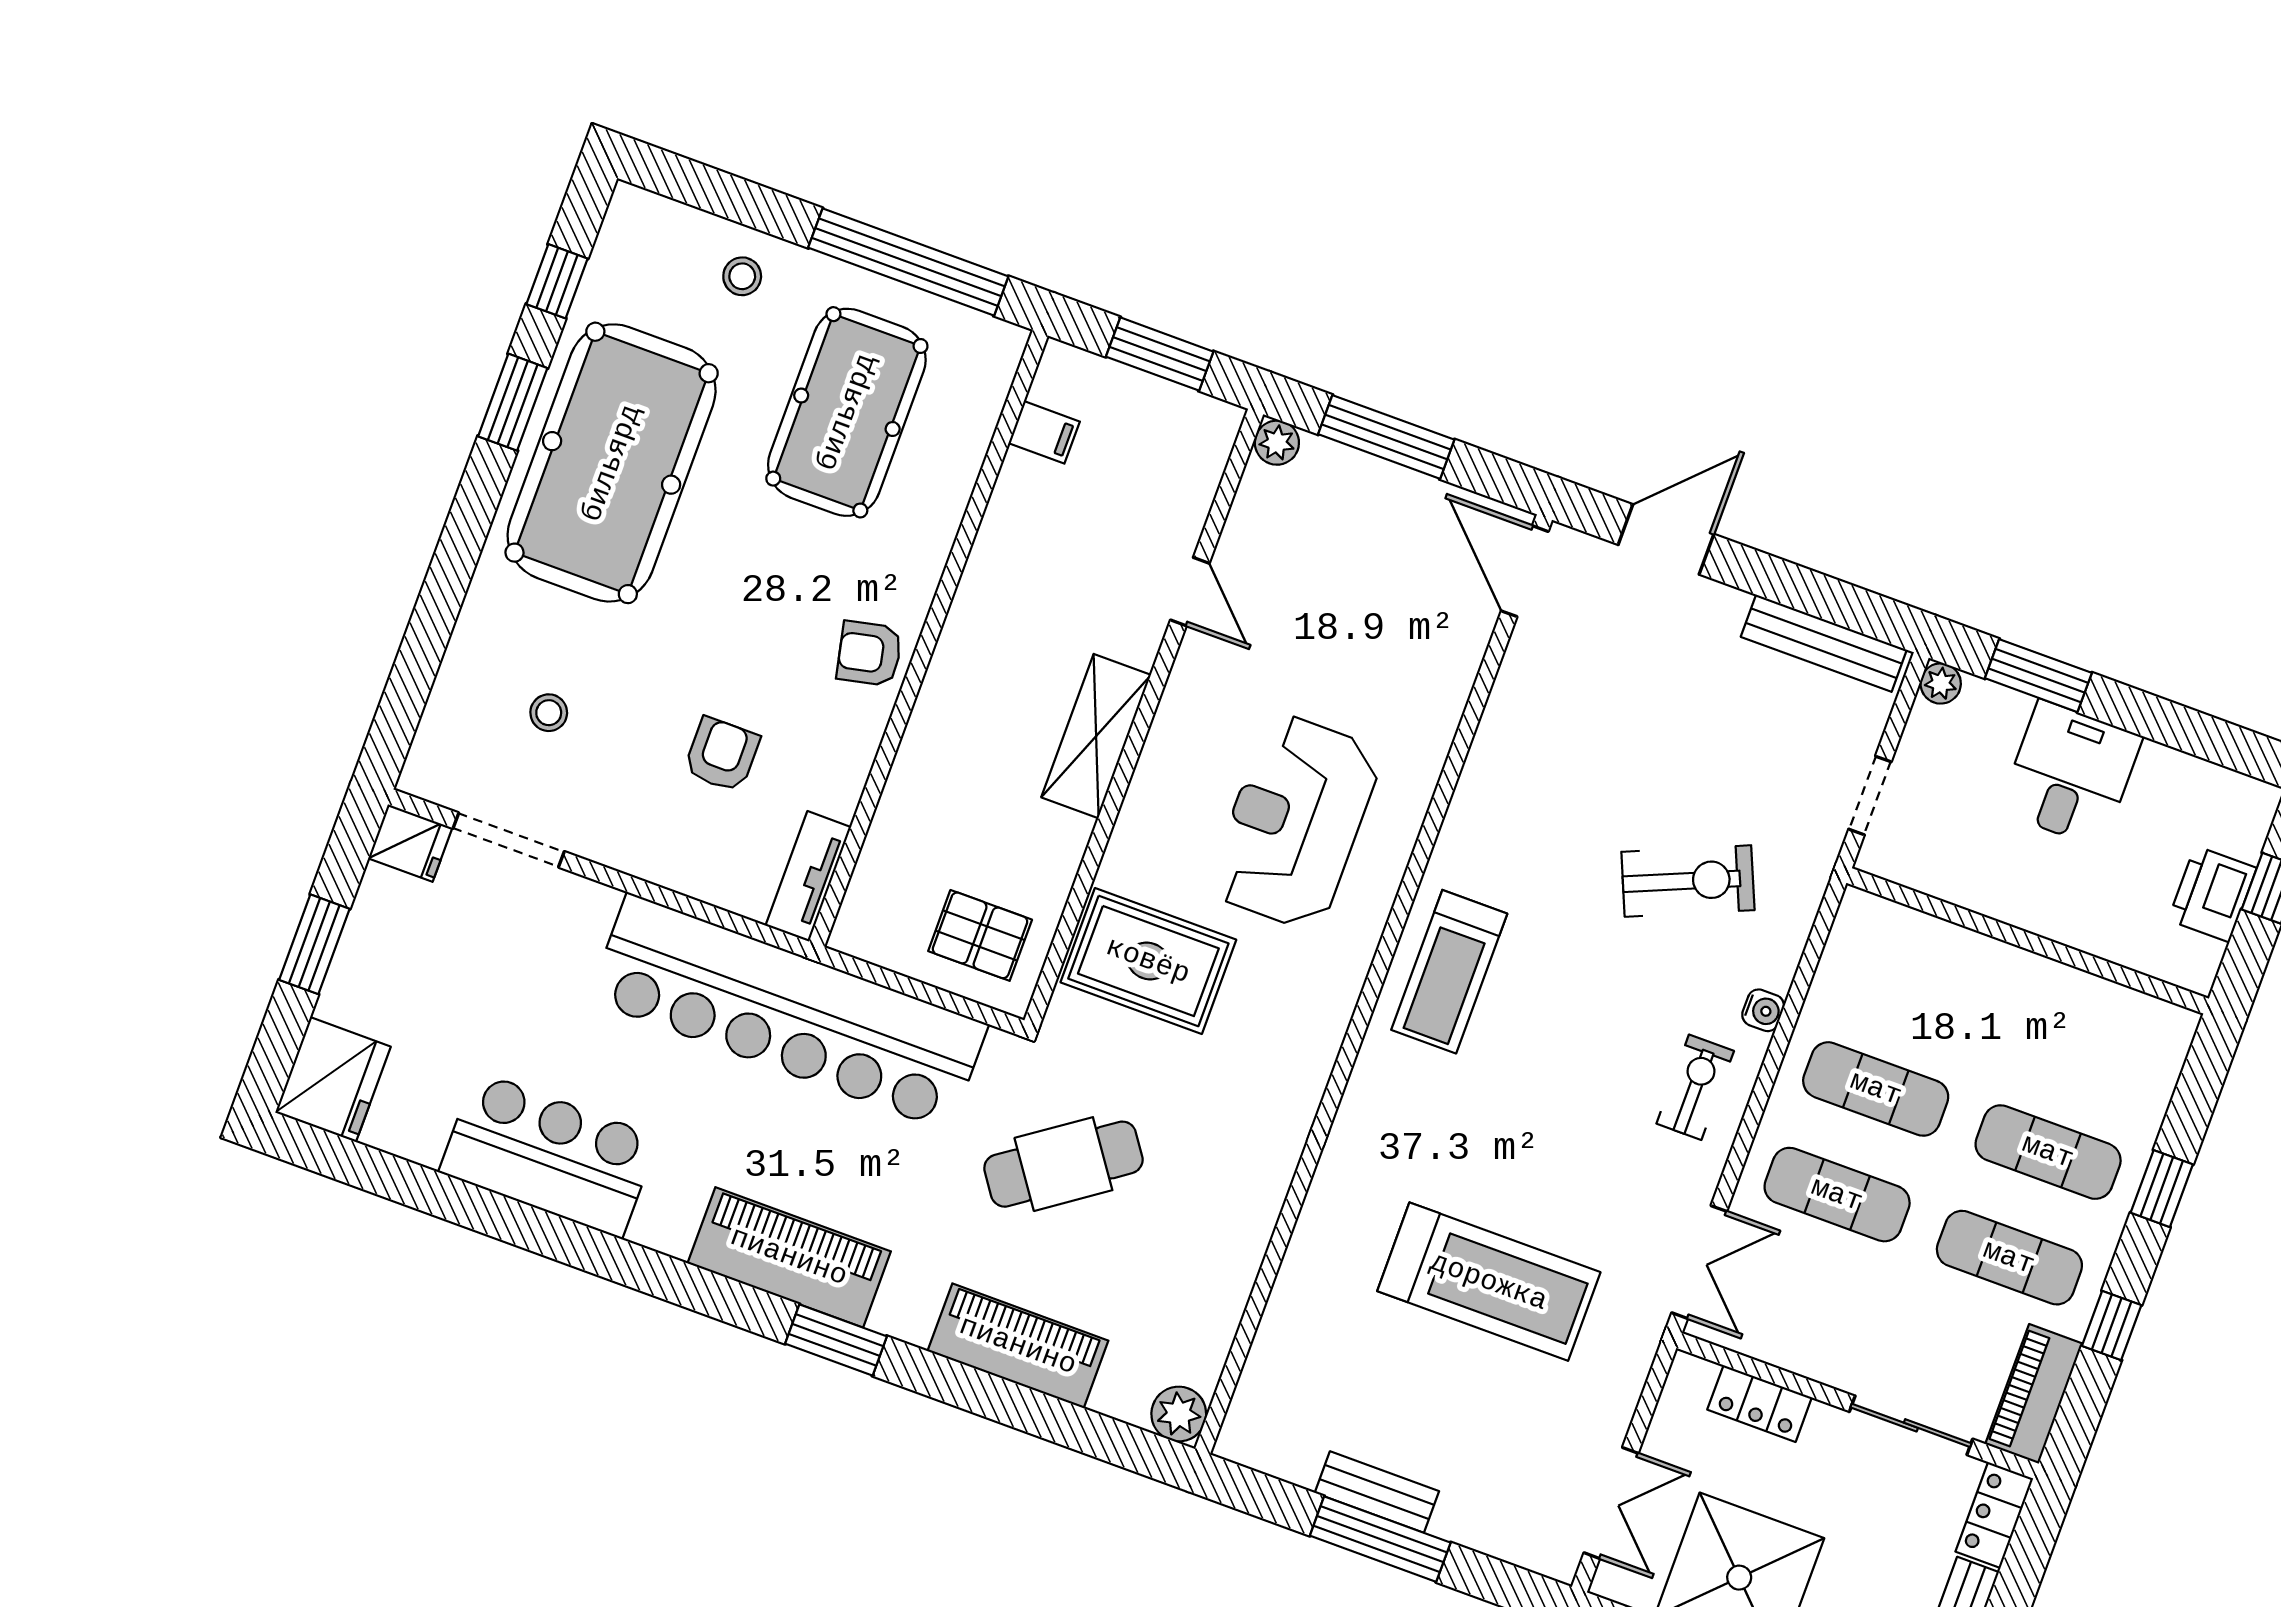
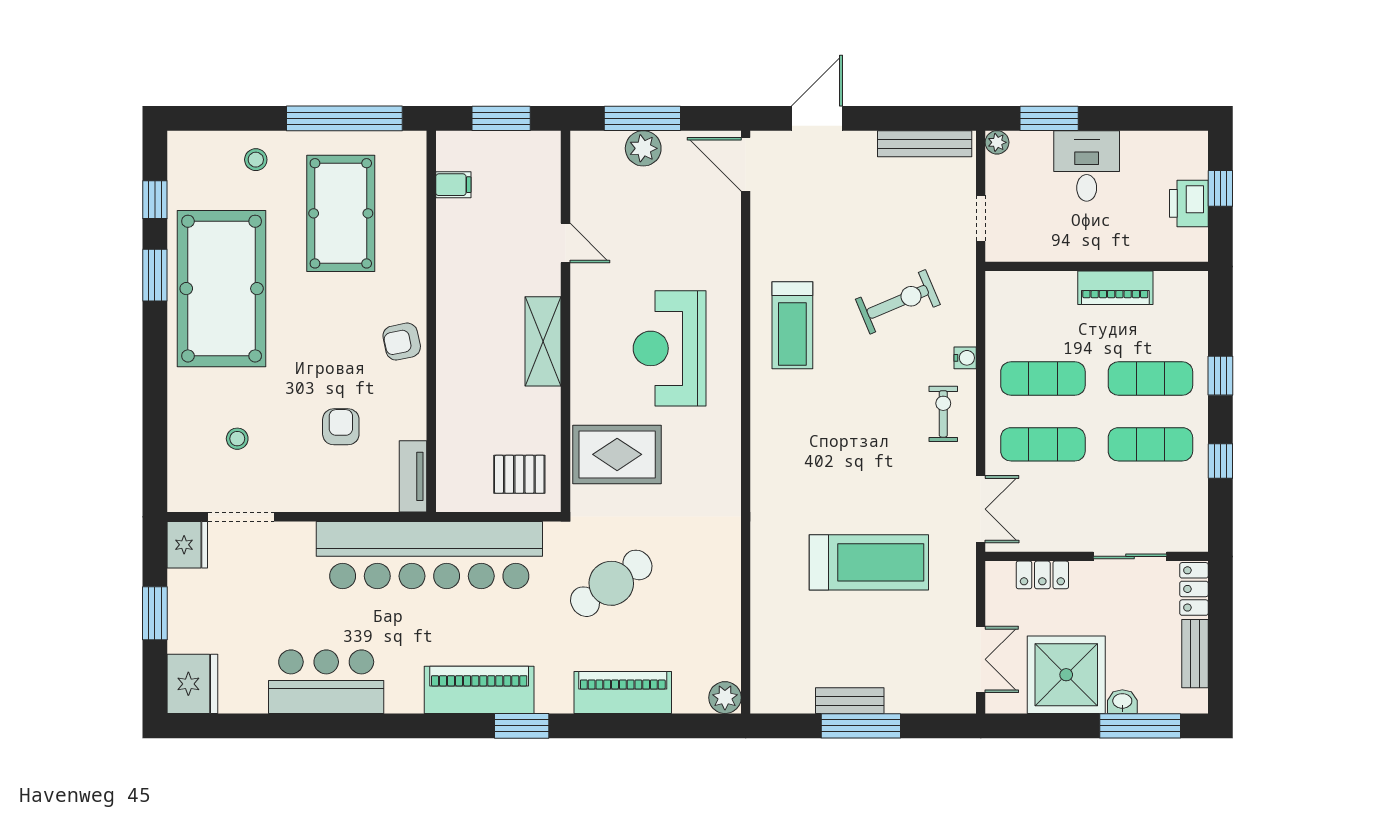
plant: (1277, 443) -> (643, 148), moved, width x1.38, depth x1.38
fridge: (410, 843) -> (187, 545), width x1.38
treadmill: (1449, 972) -> (792, 325), moved
piano: (2034, 1394) -> (1115, 288), moved, turned -90

